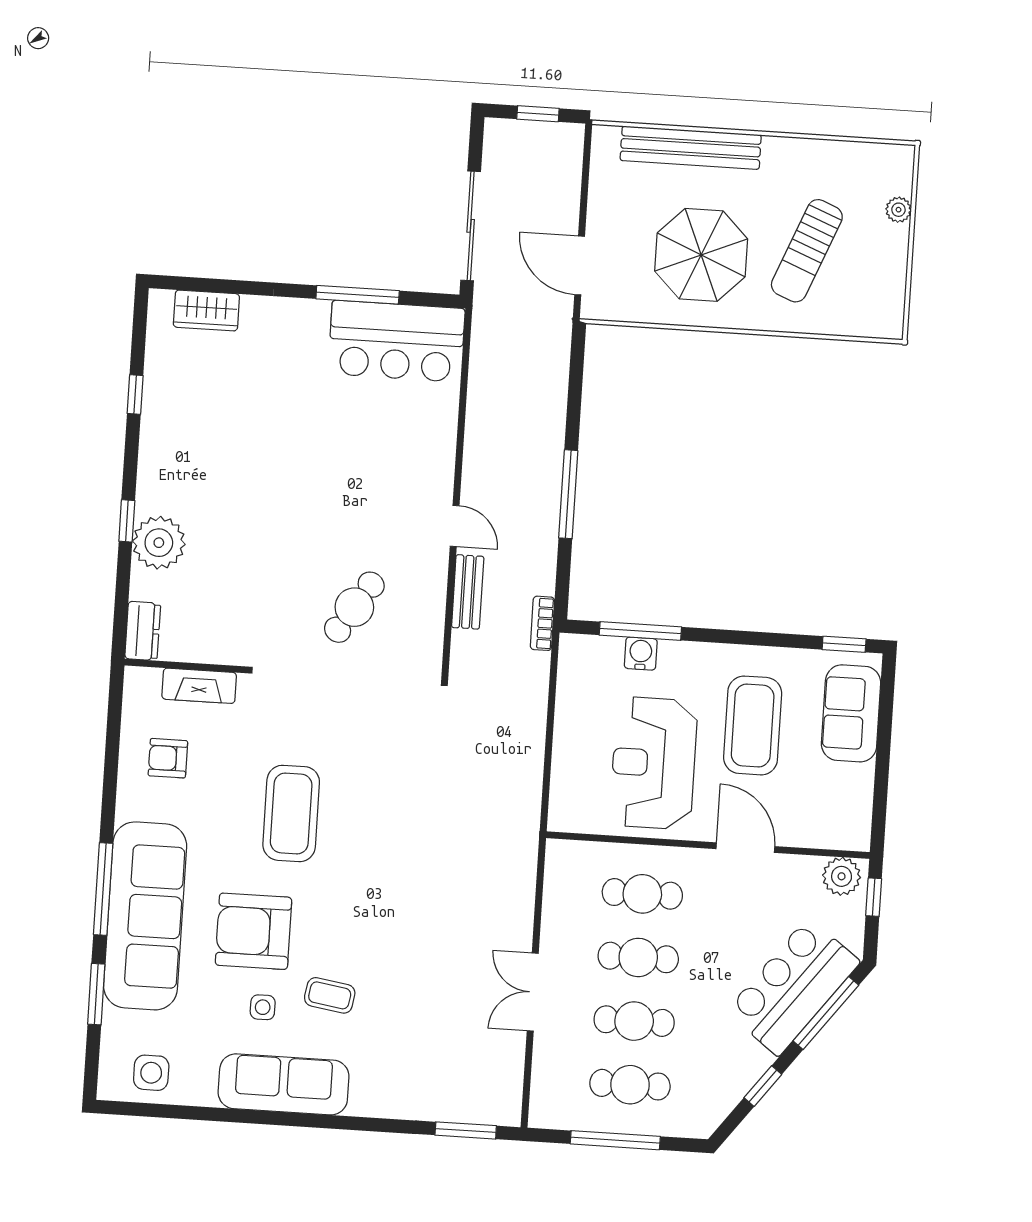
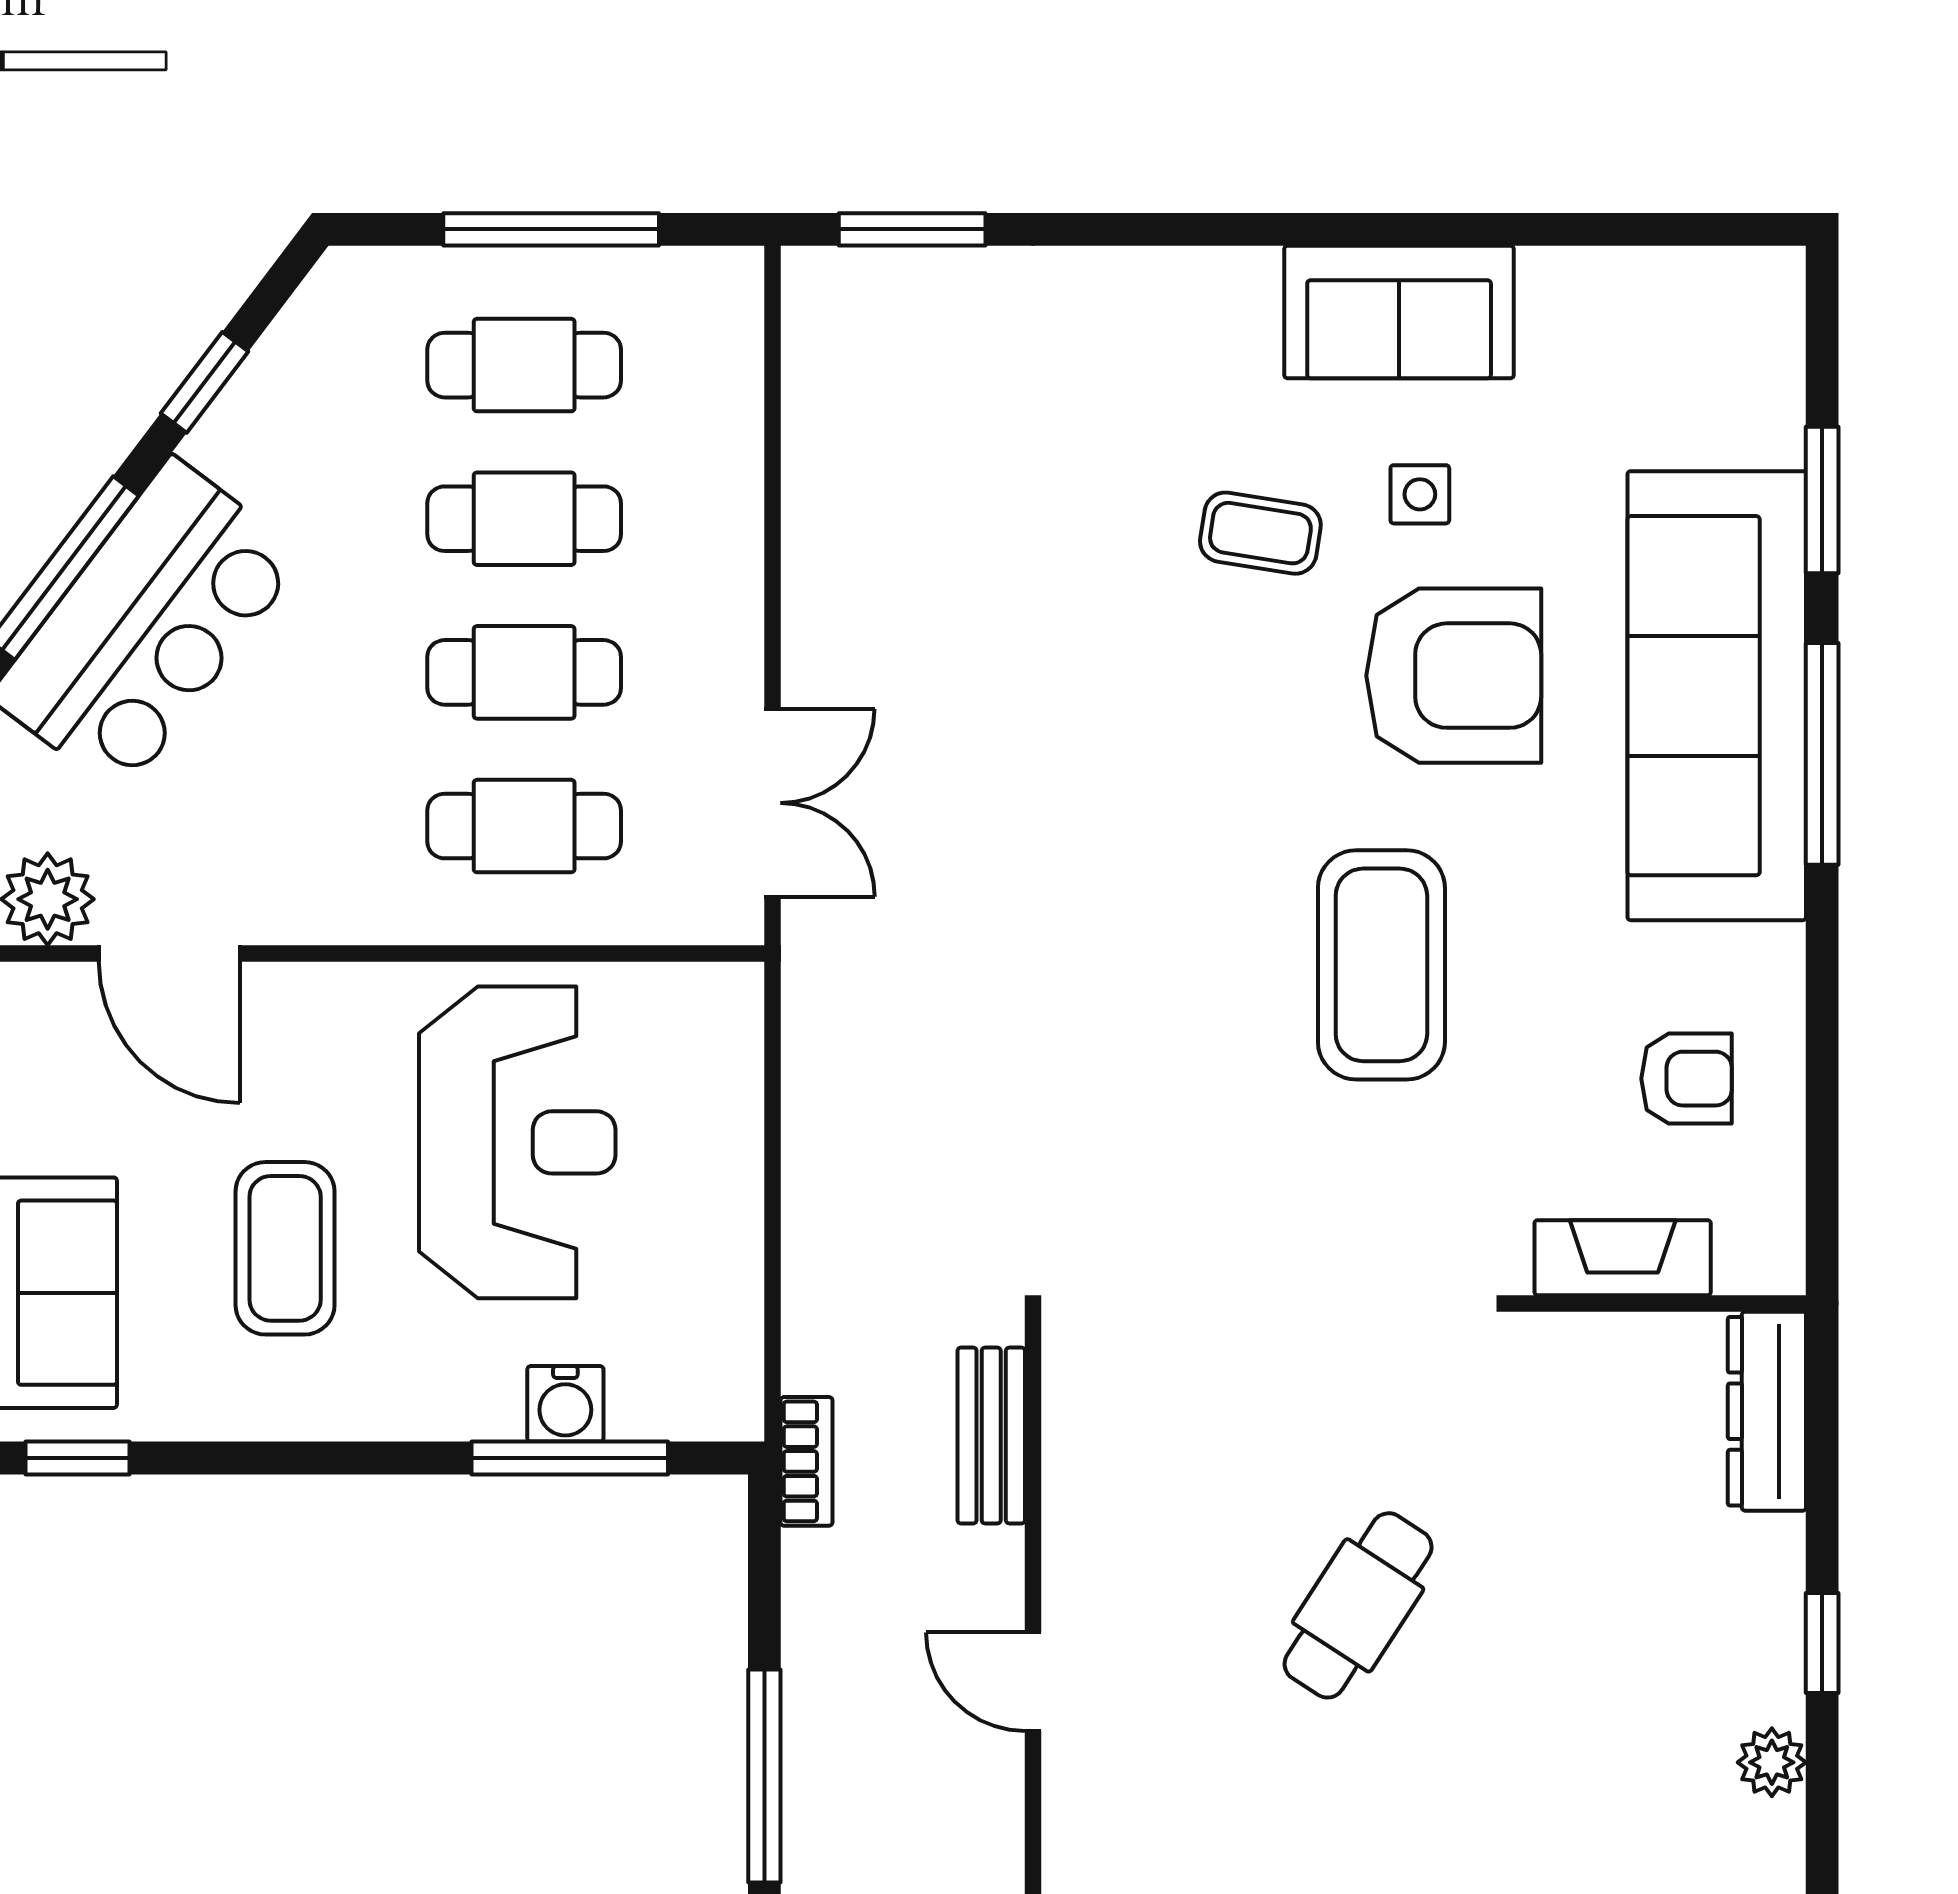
plant: (159, 543) -> (1772, 1762), moved, width x0.53, depth x0.53
bench: (468, 592) -> (991, 1435), moved
cafe table: (354, 607) -> (1358, 1605), moved
dresser: (143, 631) -> (1767, 1411), width x1.44
coffee table: (753, 725) -> (285, 1248), width x0.73, depth x0.76
door: (745, 848) -> (169, 954), moved
double door: (533, 992) -> (773, 803), moved
side table: (151, 1073) -> (1678, 319), removed
sofa: (284, 1084) -> (1399, 312), width x0.73

